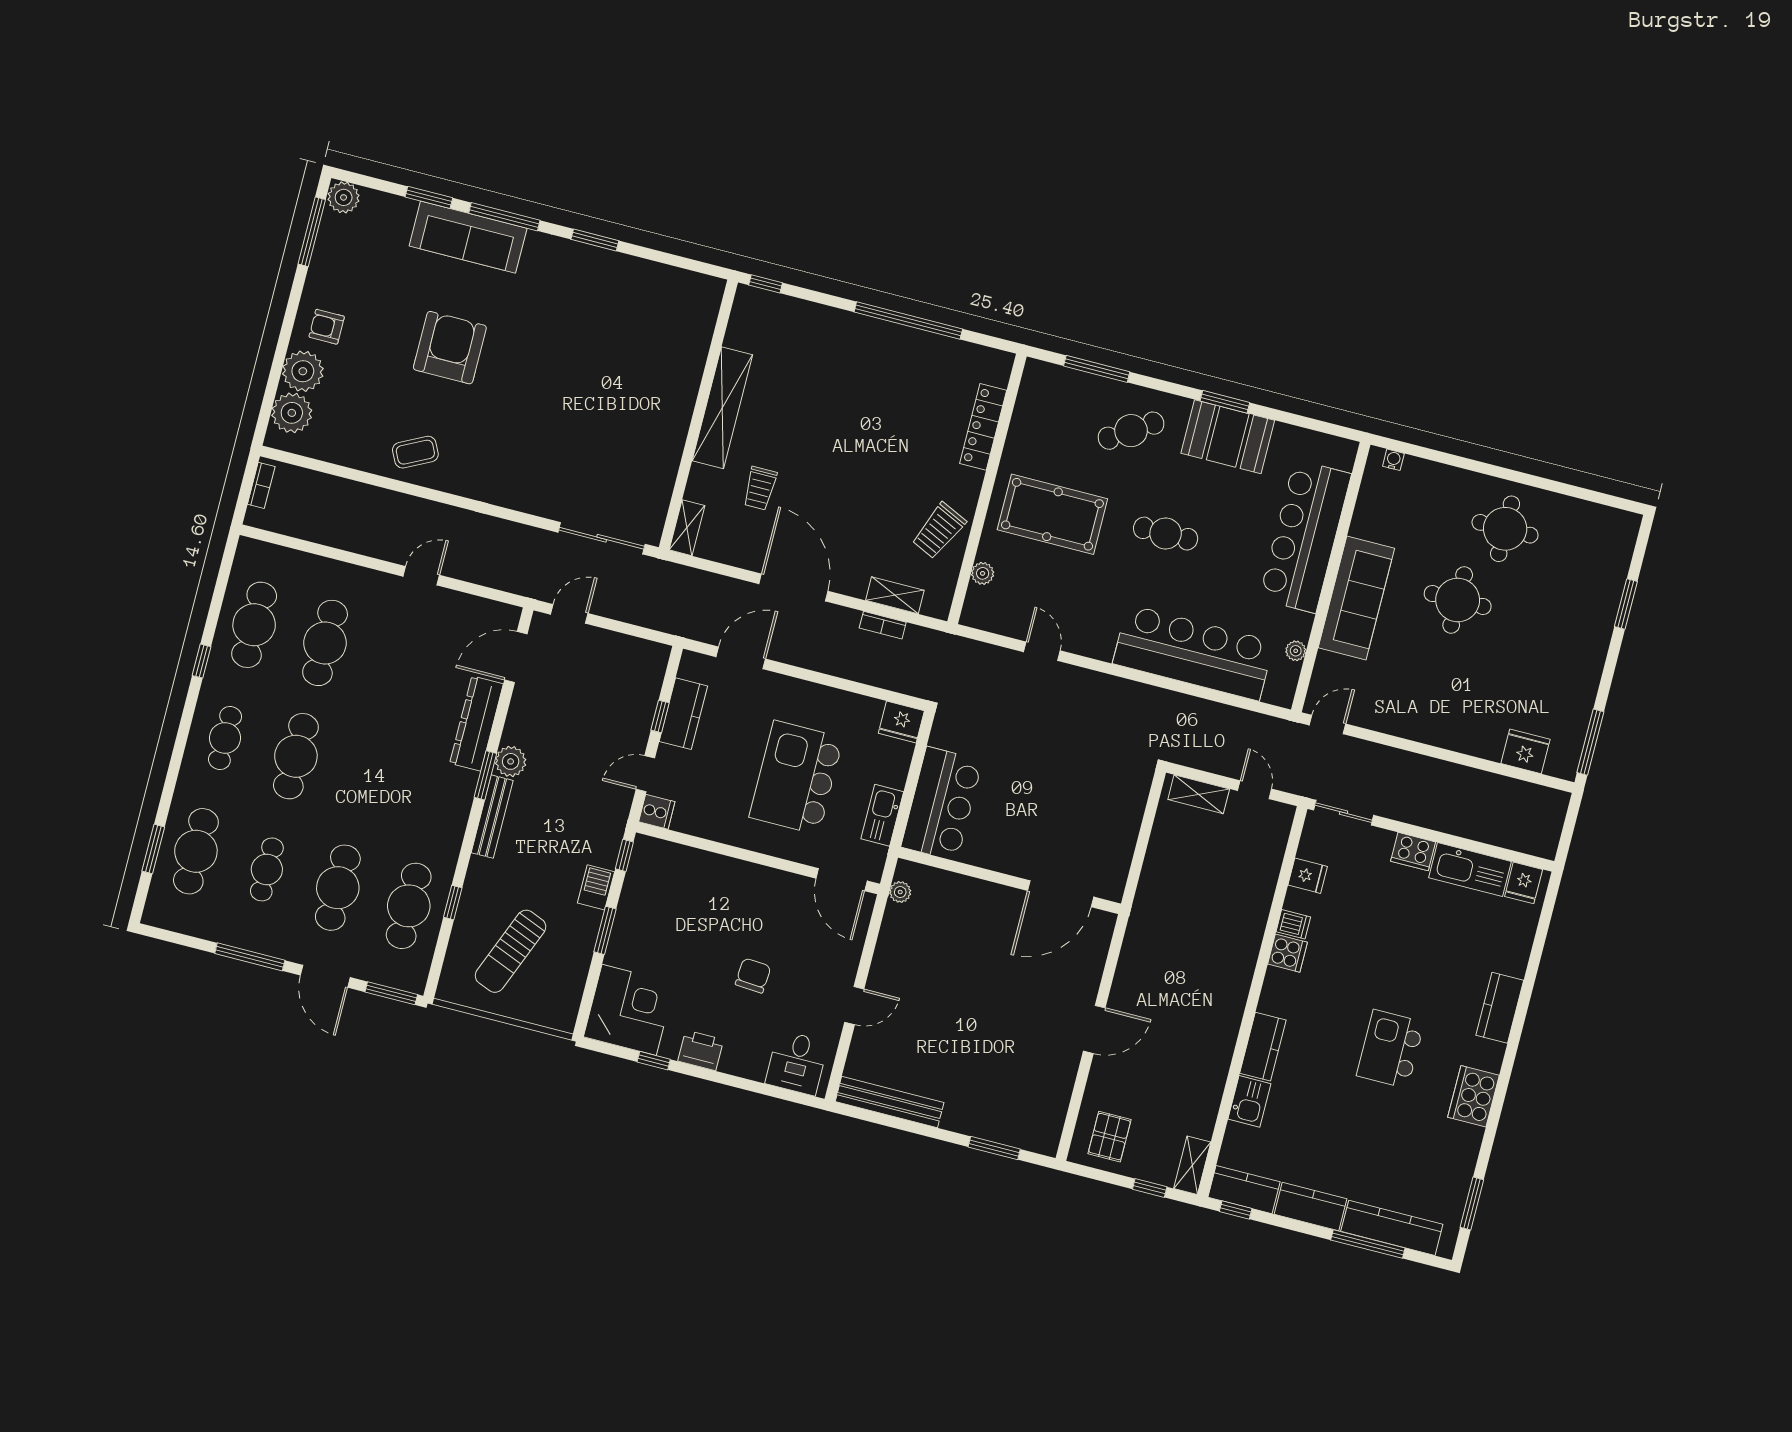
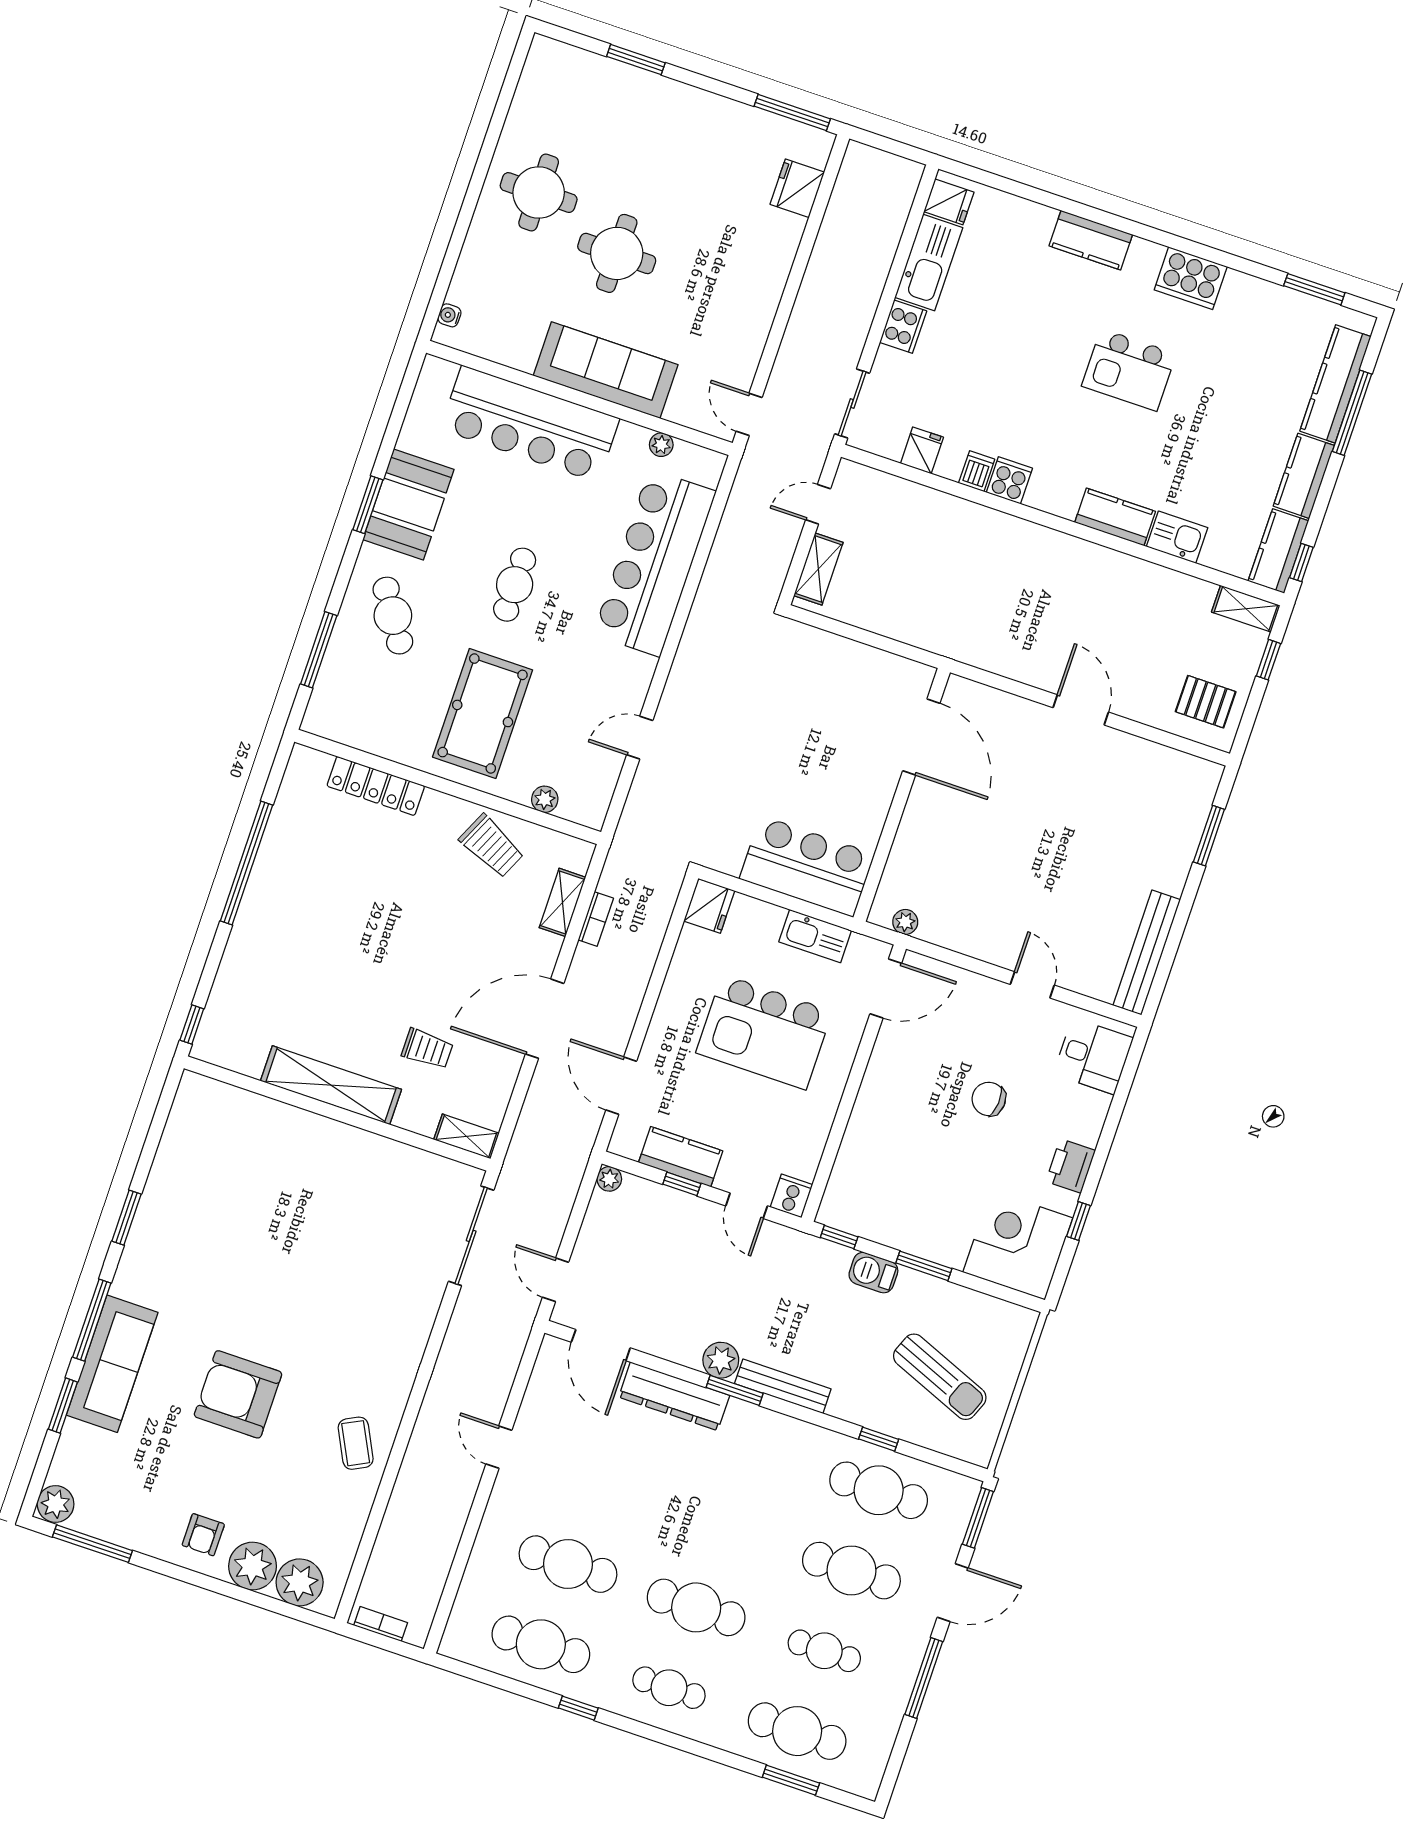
plant: (660, 654) -> (609, 1179), added

